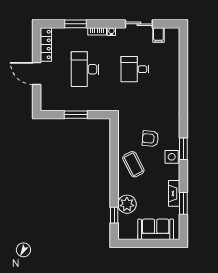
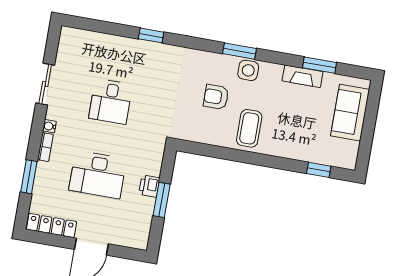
filing cabinet: (158, 35) -> (67, 58), removed
window: (183, 88) -> (151, 35), added
printer: (83, 105) -> (149, 186), added
armchair: (150, 139) -> (216, 97), turned 85
coffee table: (133, 164) -> (249, 128), turned -63
plant: (127, 204) -> (306, 148), removed

